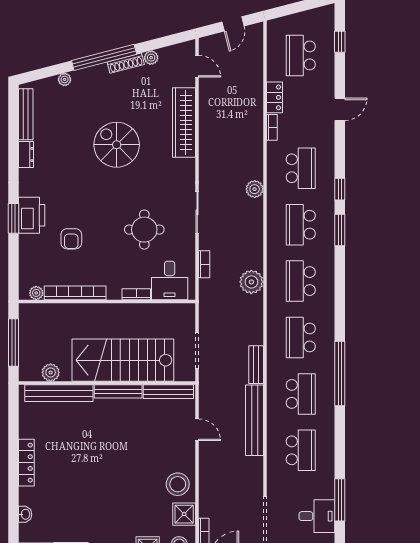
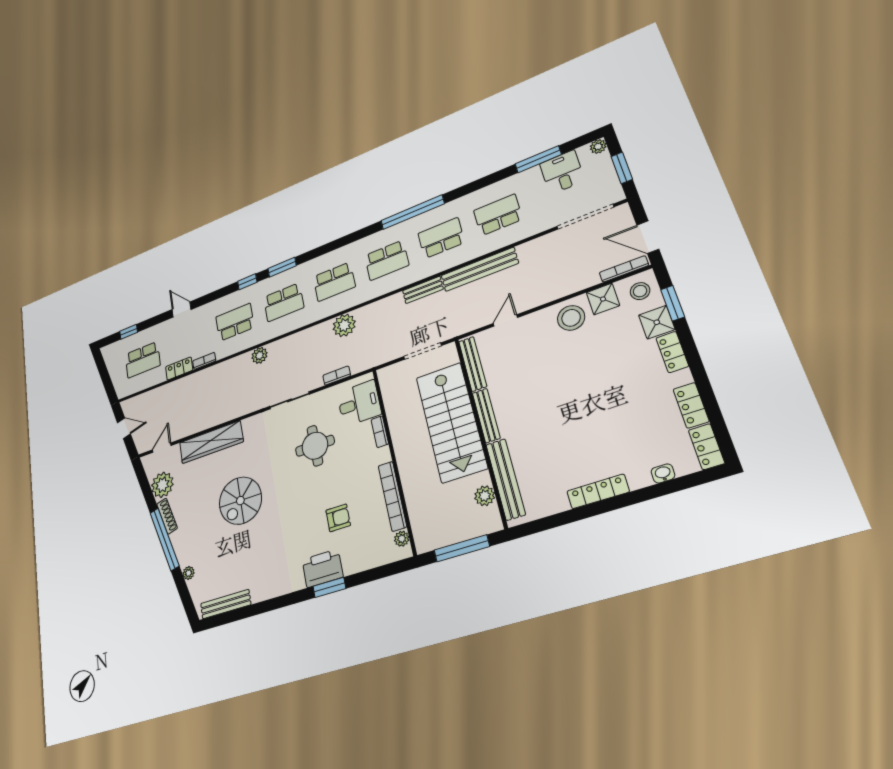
plant: (151, 58) -> (162, 485), width x1.88, depth x1.88
dresser: (26, 155) -> (264, 592), removed

